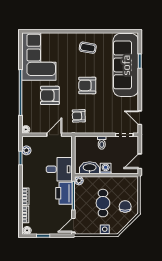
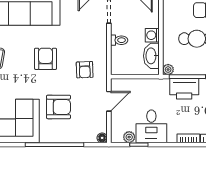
armchair: (87, 85) -> (46, 59), turned 180
armchair: (50, 95) -> (59, 107), turned -90
door: (54, 135) -> (109, 101), swing flipped
desk: (59, 169) -> (151, 126), moved, turned 180

